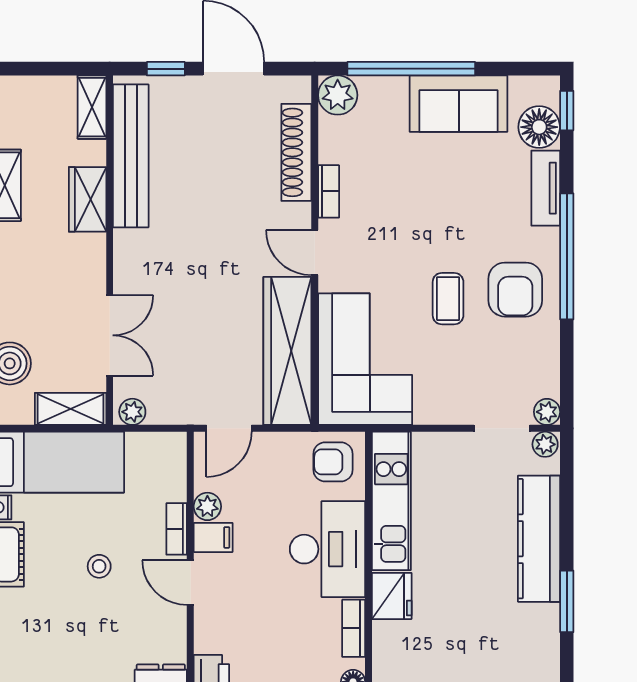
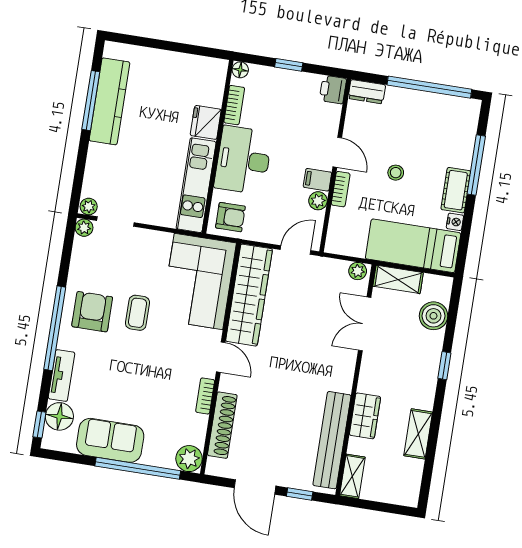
kitchen counter: (539, 539) -> (109, 101), moved
window: (567, 601) -> (91, 101), width x1.44

